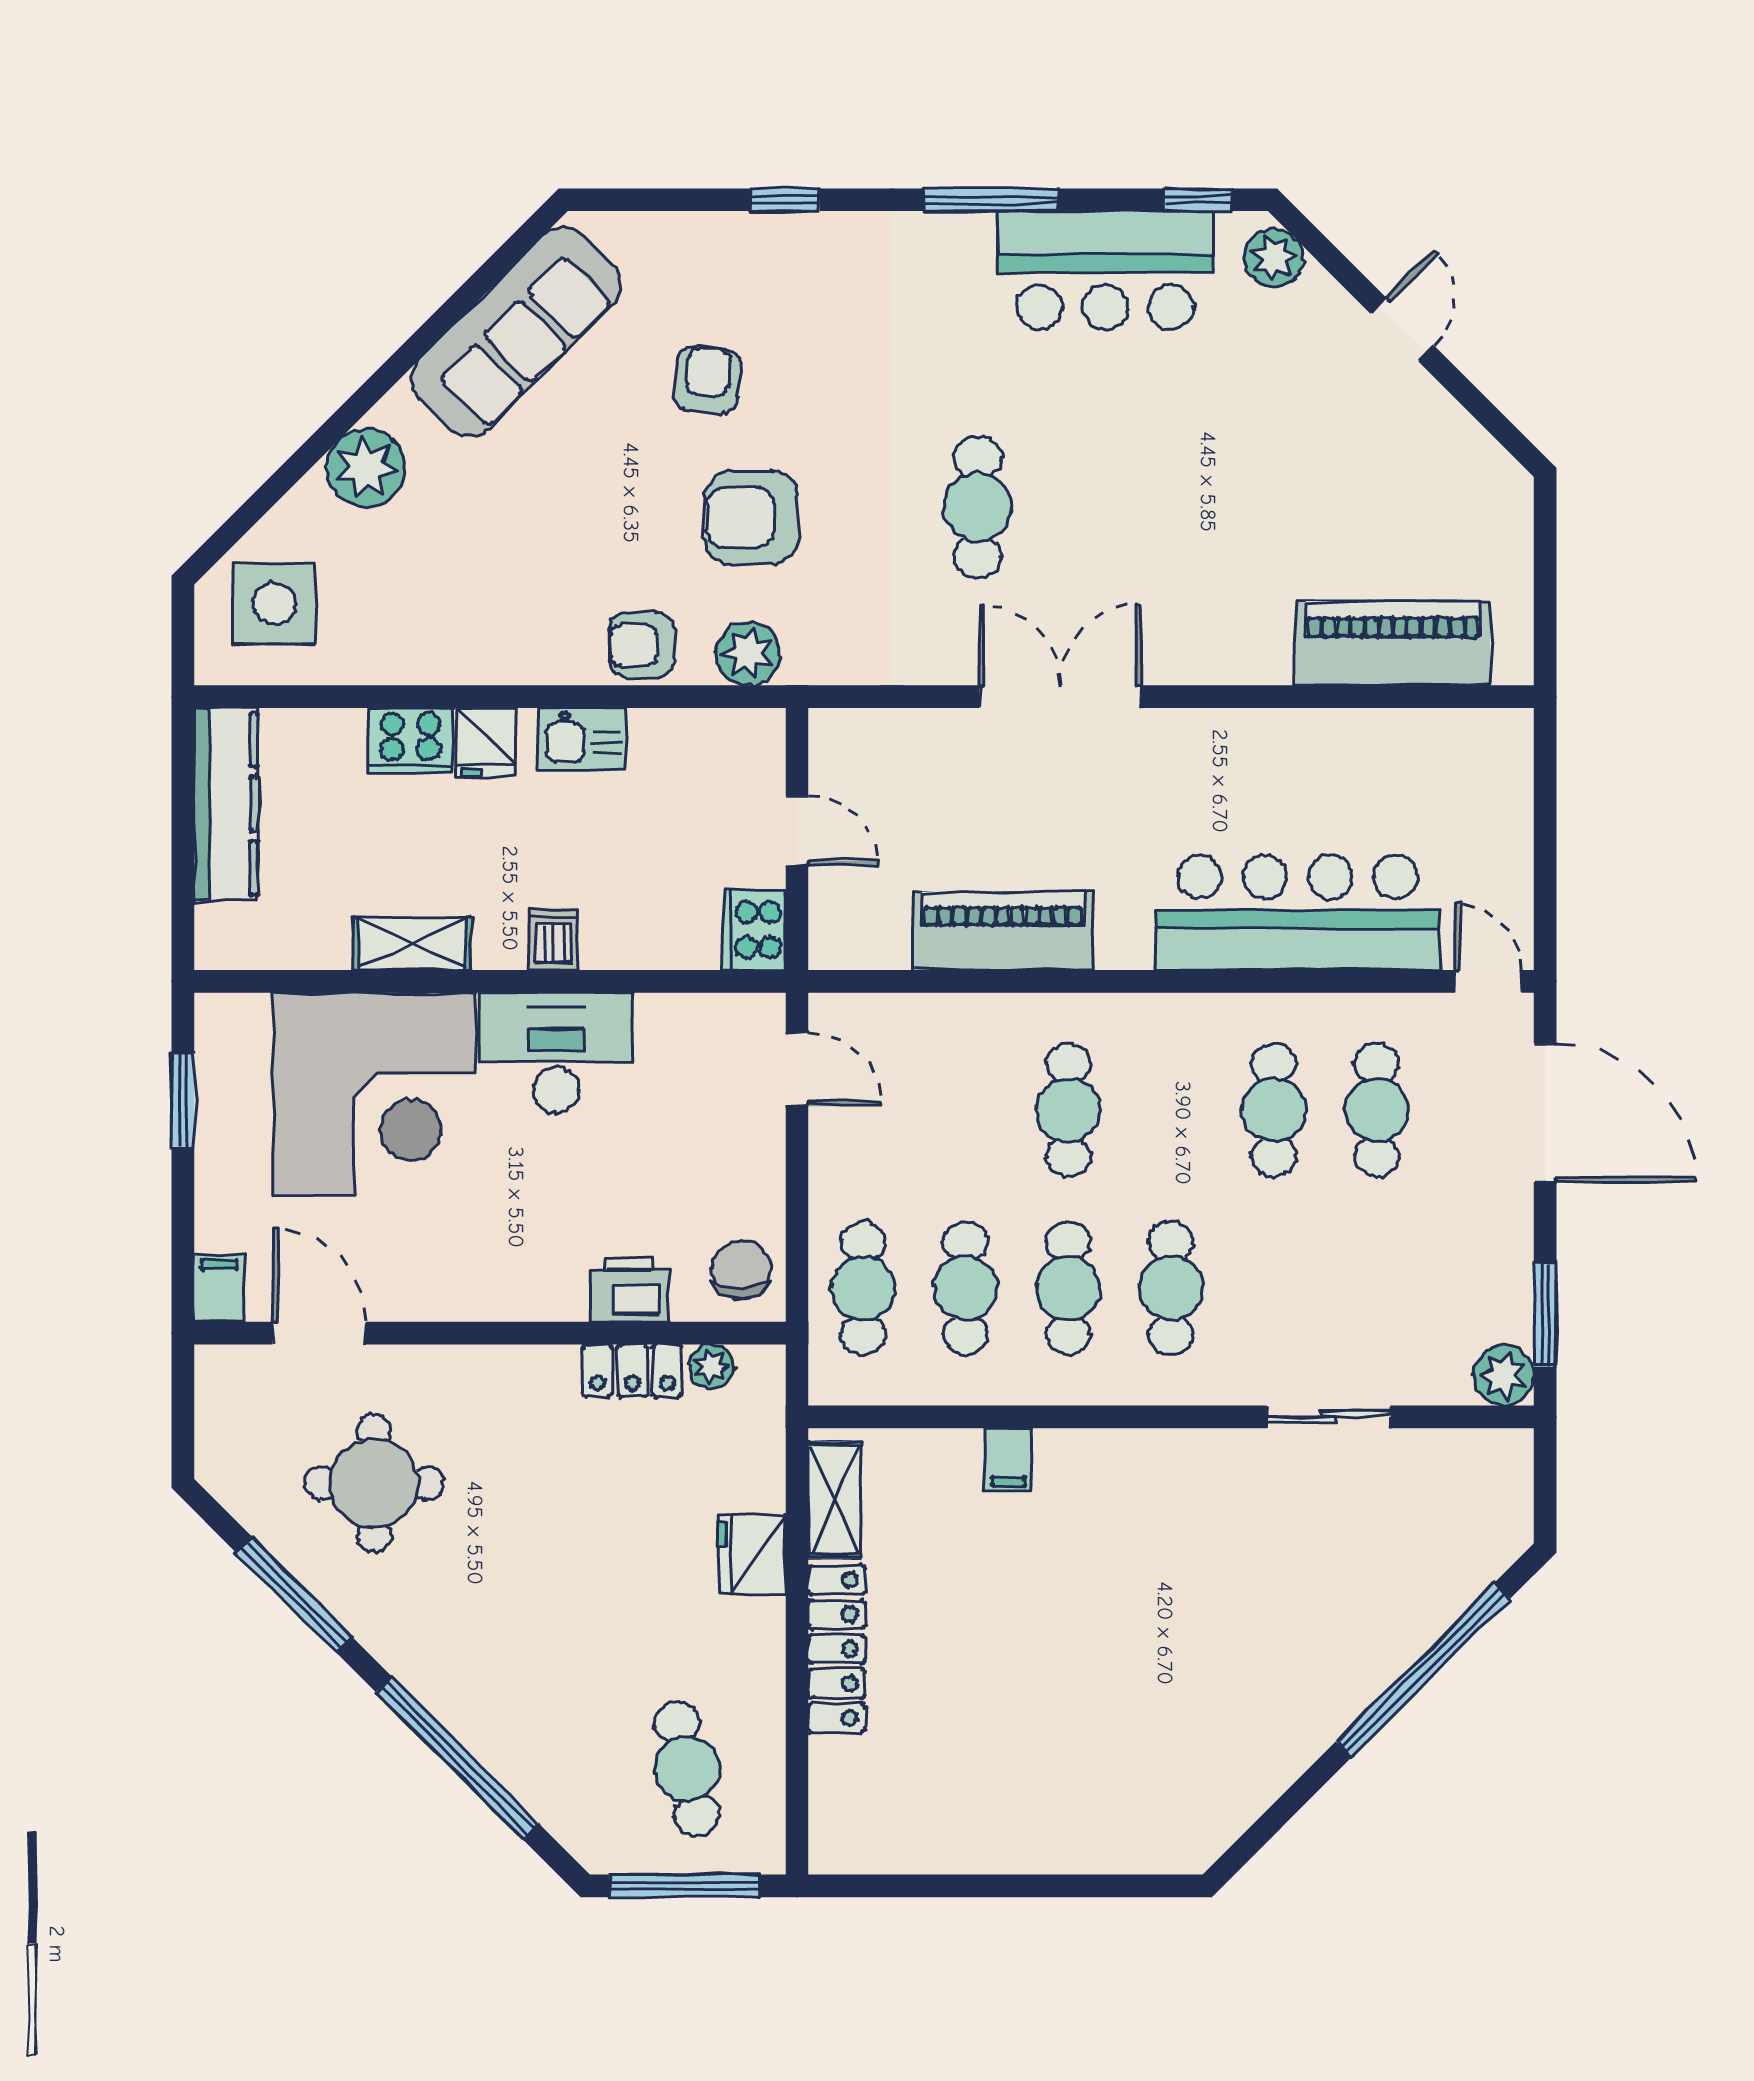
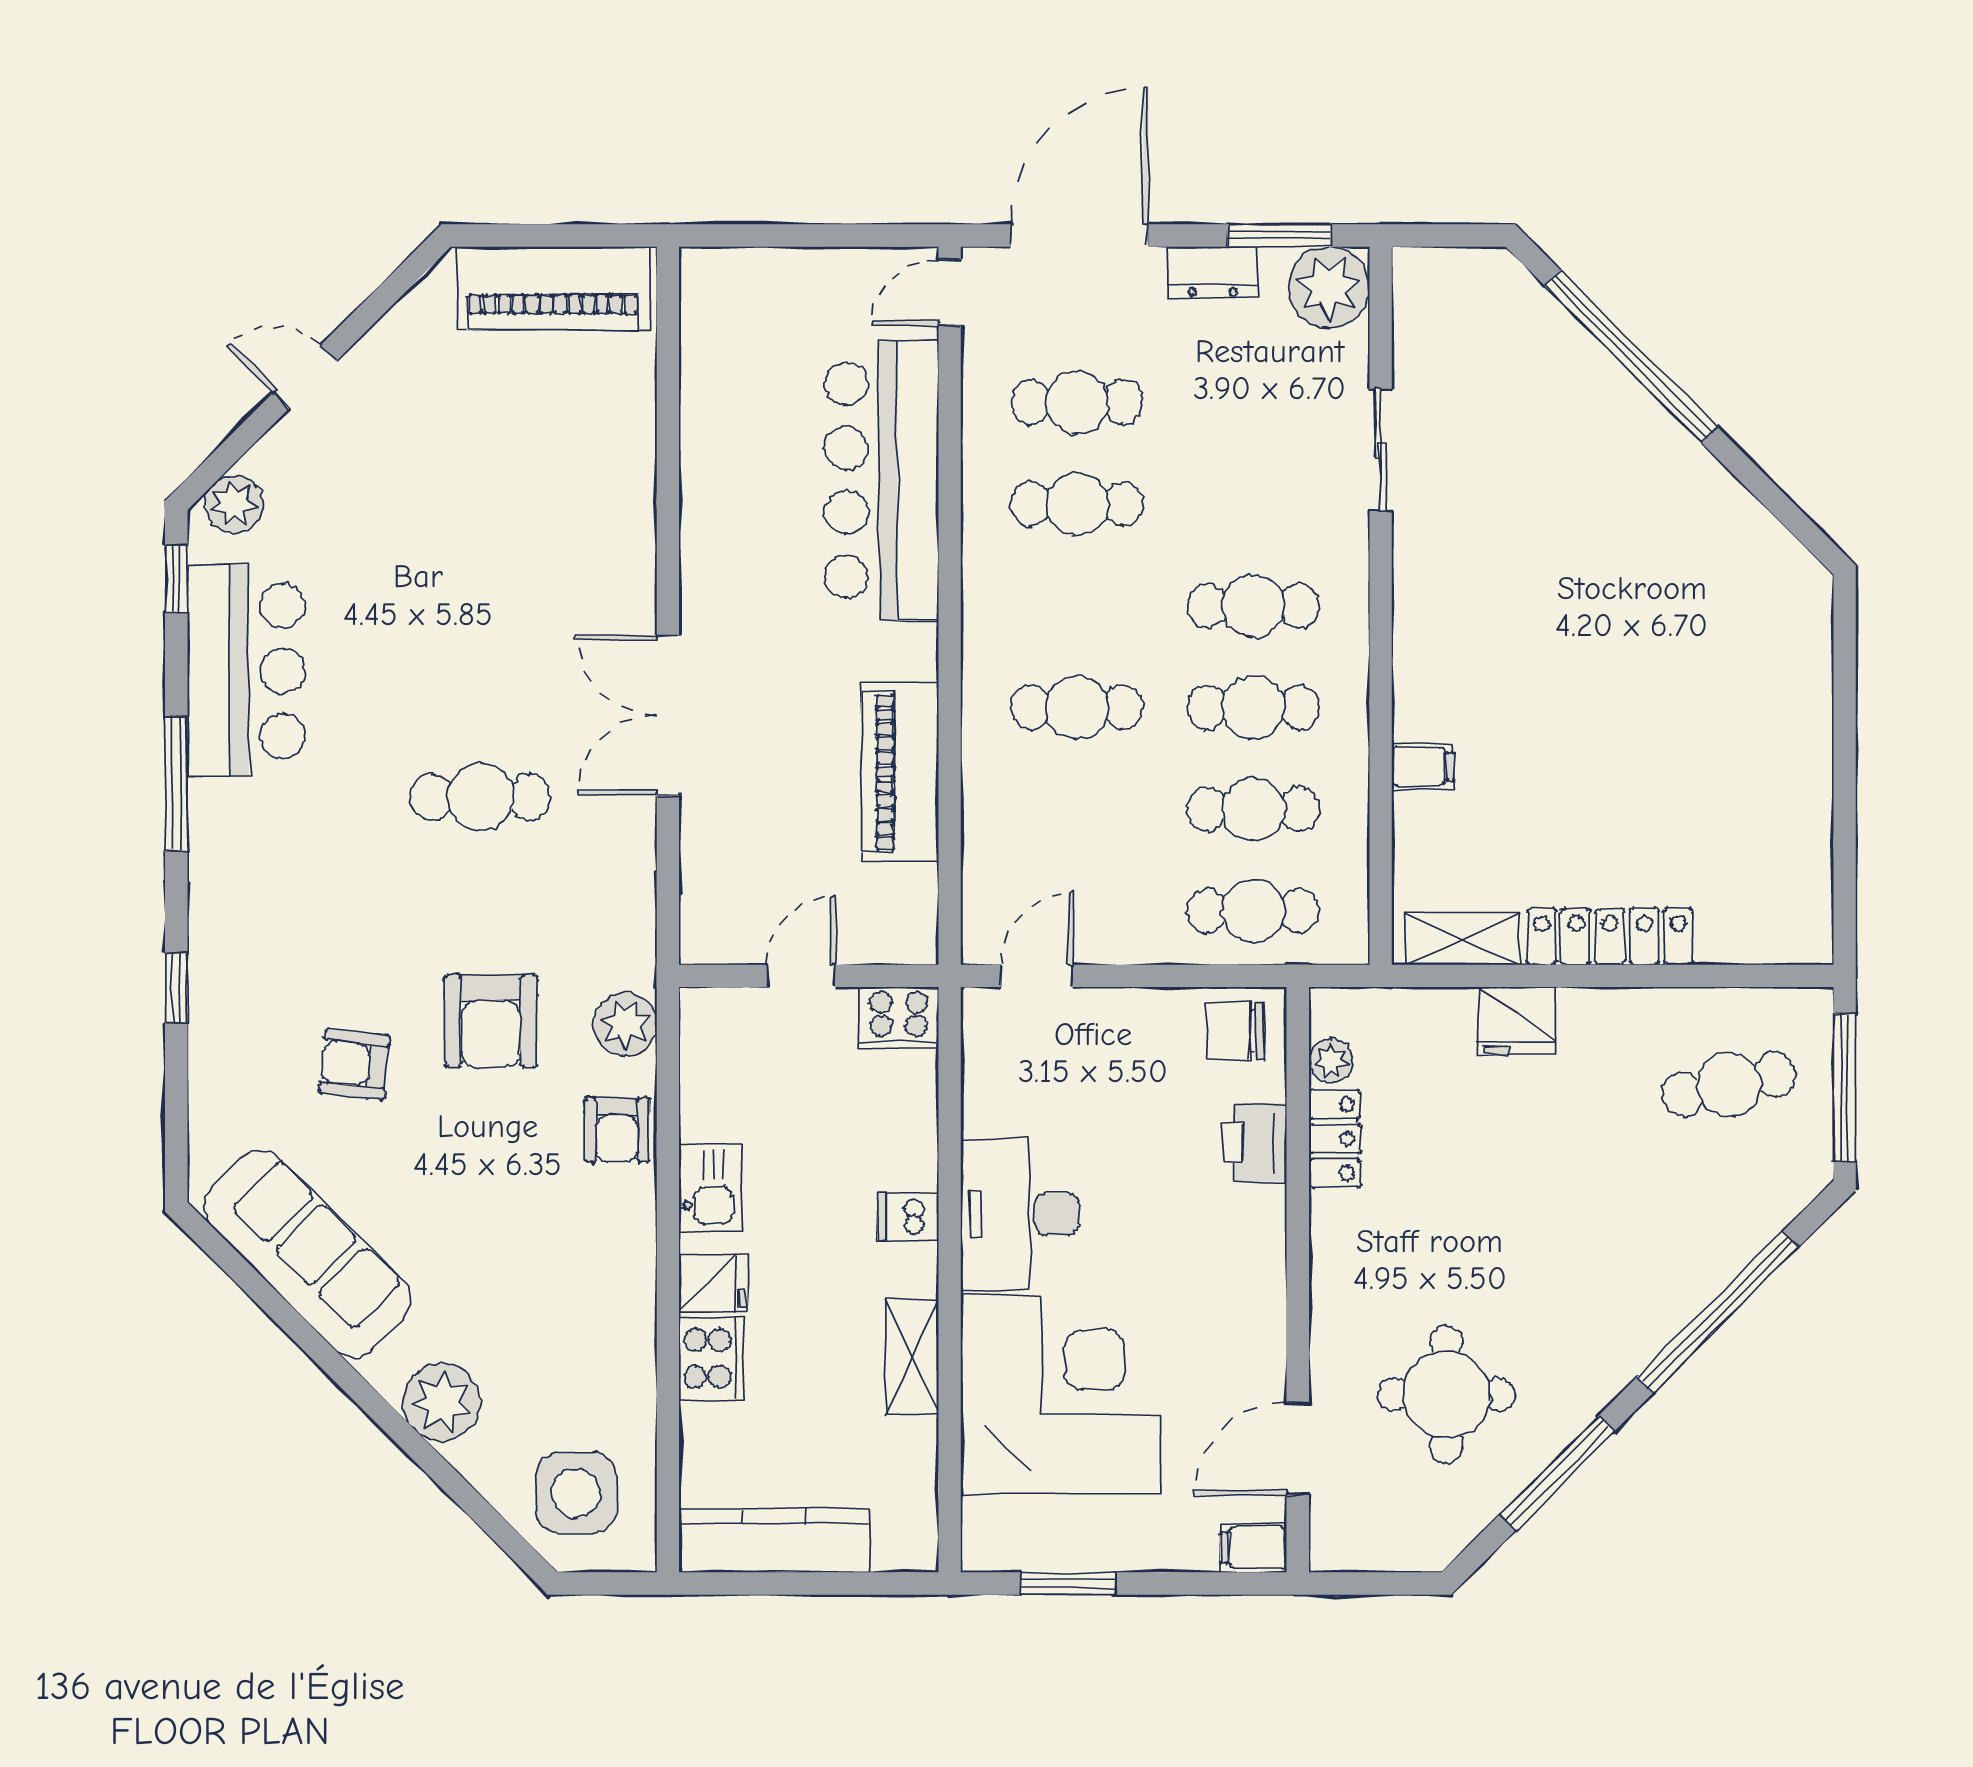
piano: (1393, 643) -> (553, 288), moved, turned -90
dresser: (1508, 1247) -> (1213, 272), added
plant: (1504, 1375) -> (1329, 287), width x1.36, depth x1.36

